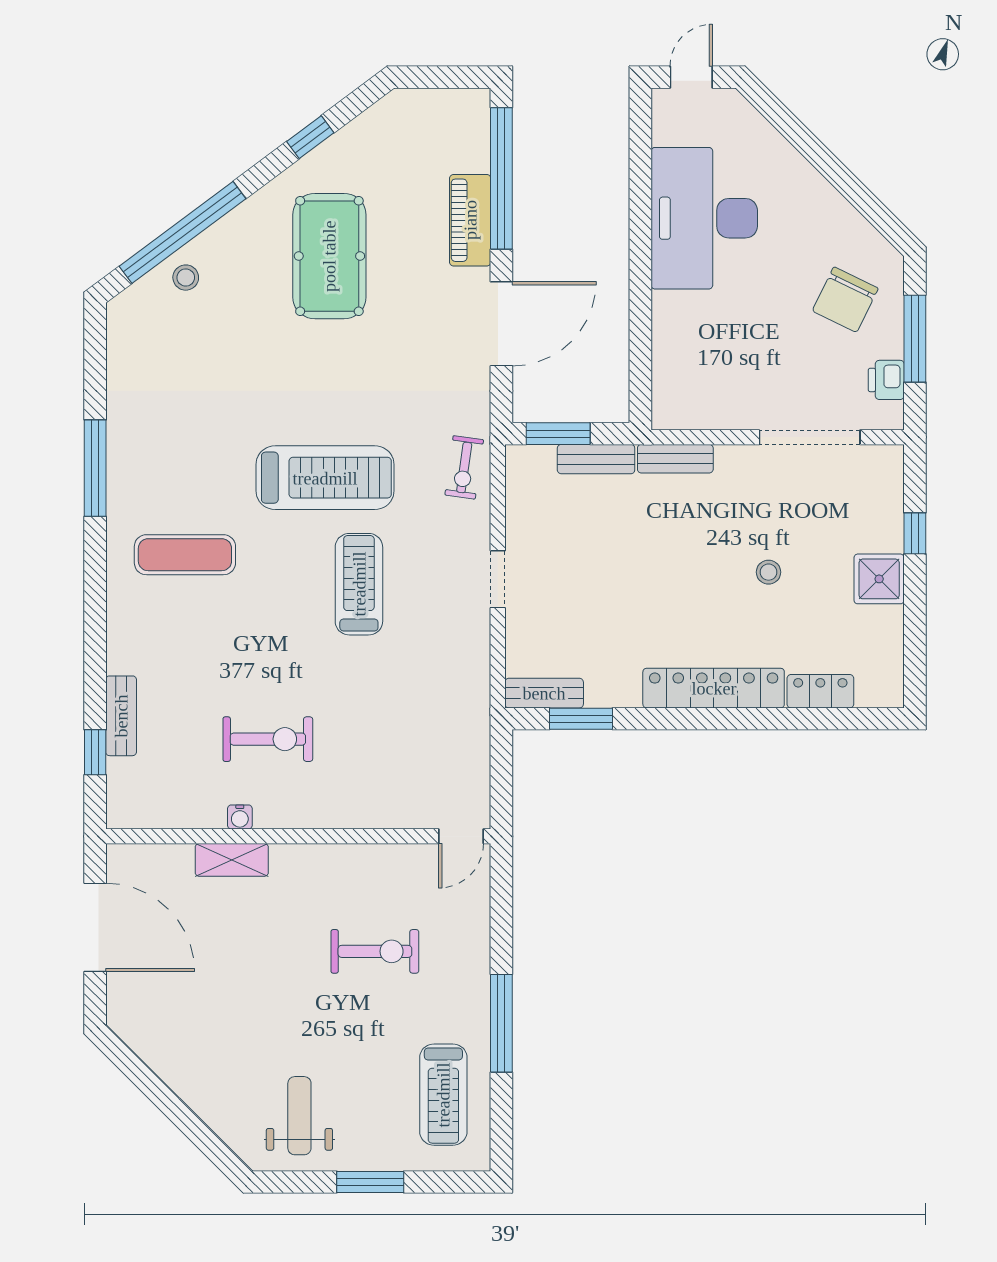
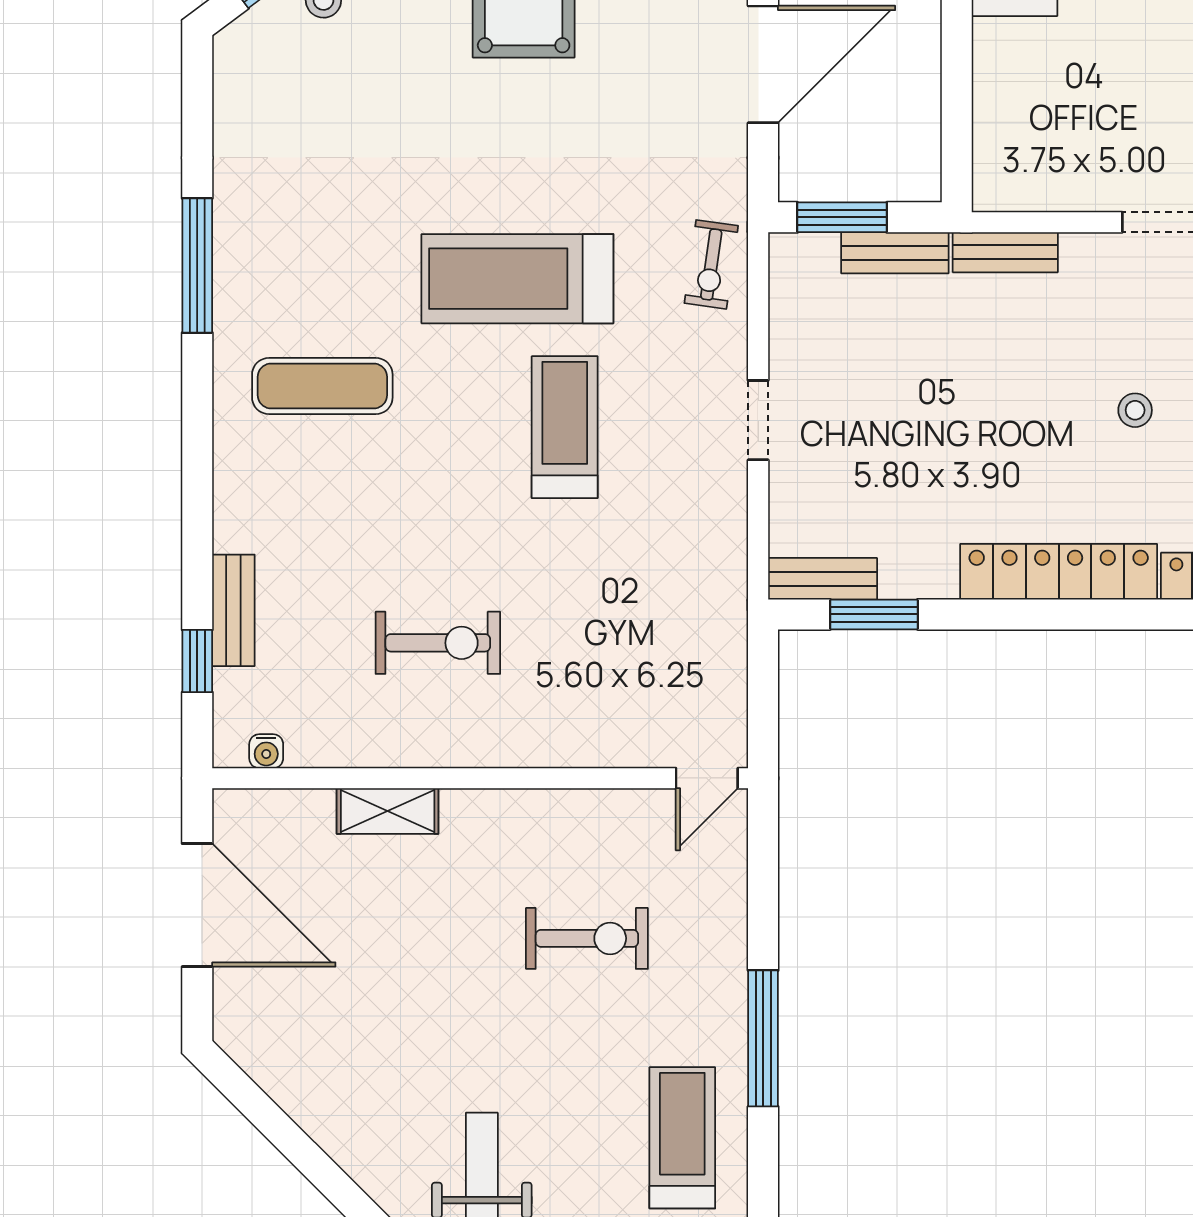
treadmill: (325, 478) -> (517, 279), turned 180
water cooler: (240, 817) -> (266, 751), moved
treadmill: (443, 1095) -> (682, 1138), turned 180

